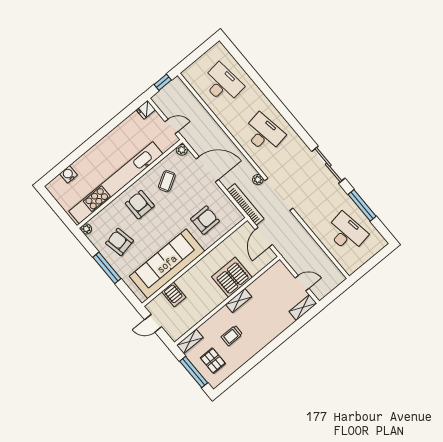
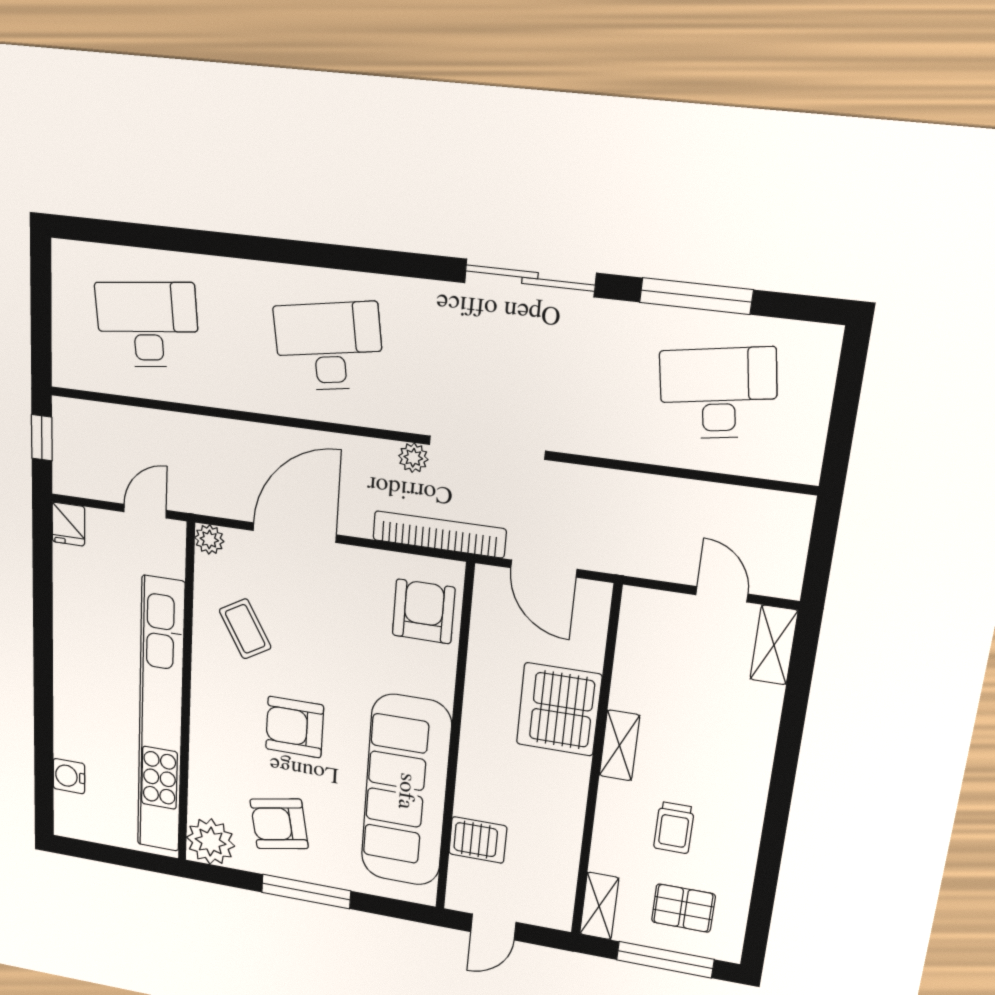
armchair: (140, 205) -> (295, 727), moved
armchair: (205, 220) -> (424, 611), moved
plant: (86, 229) -> (211, 842), width x1.88, depth x1.88
door: (302, 283) -> (722, 594), hinge flipped

